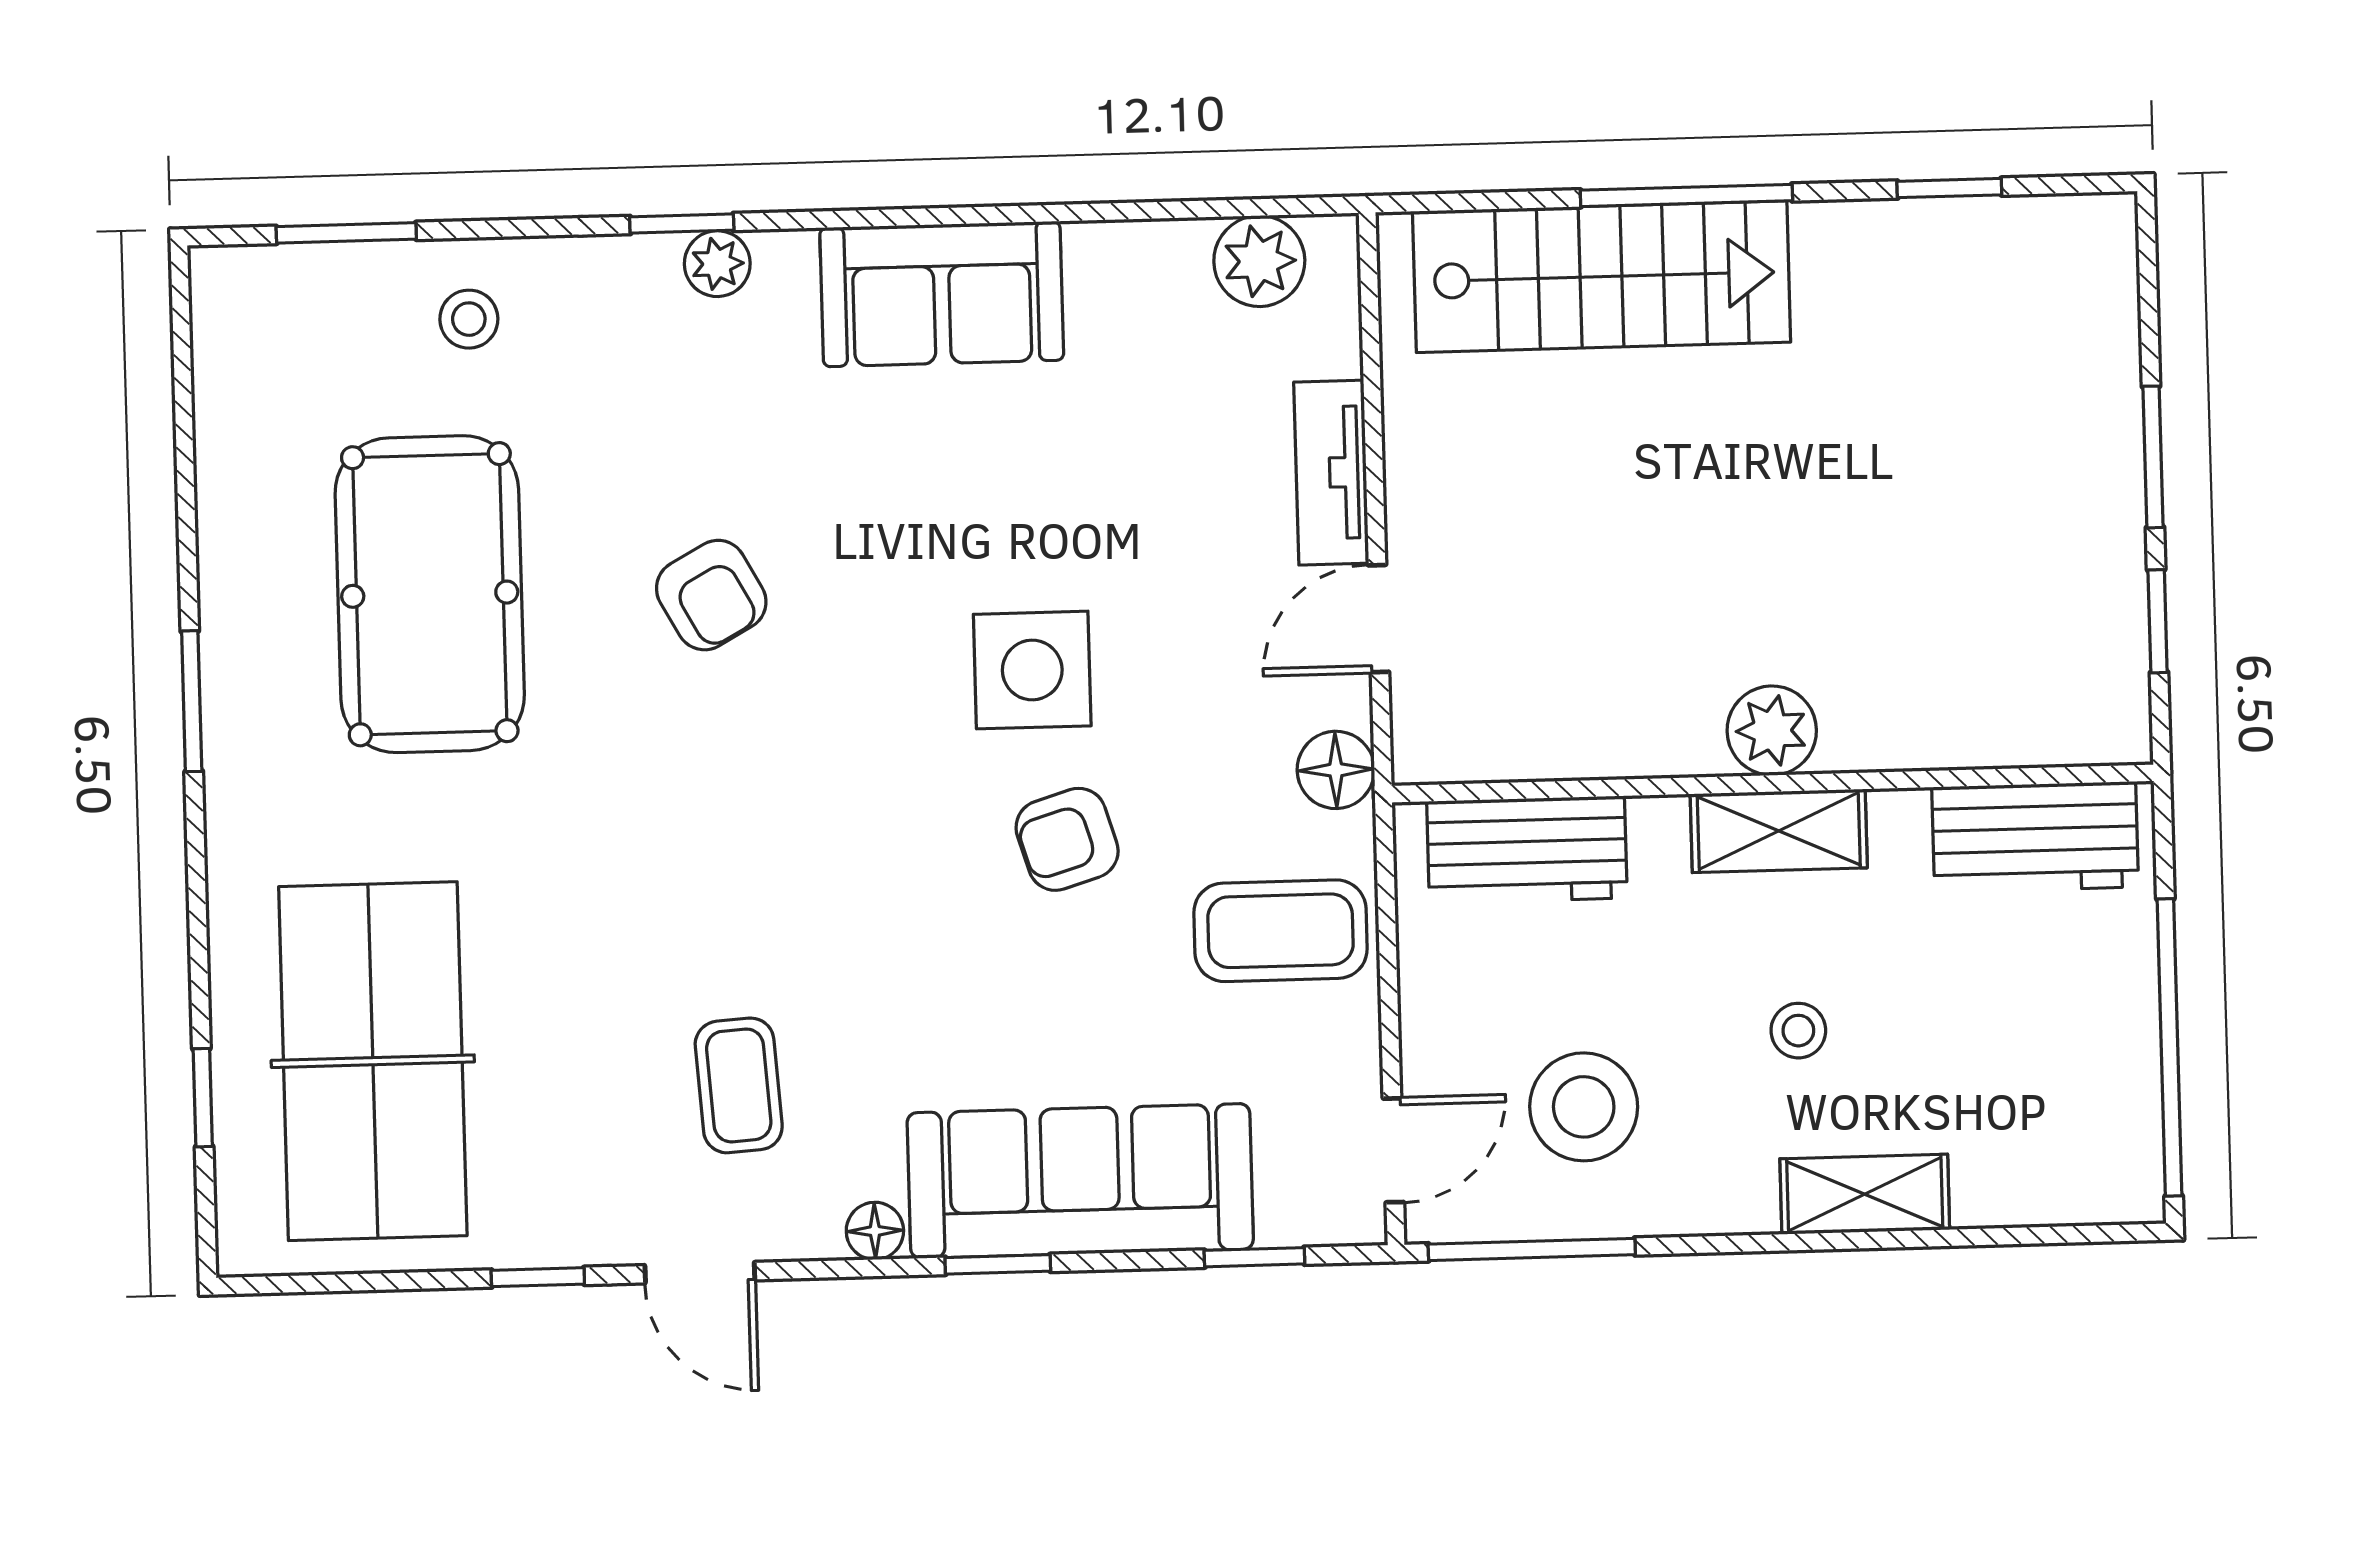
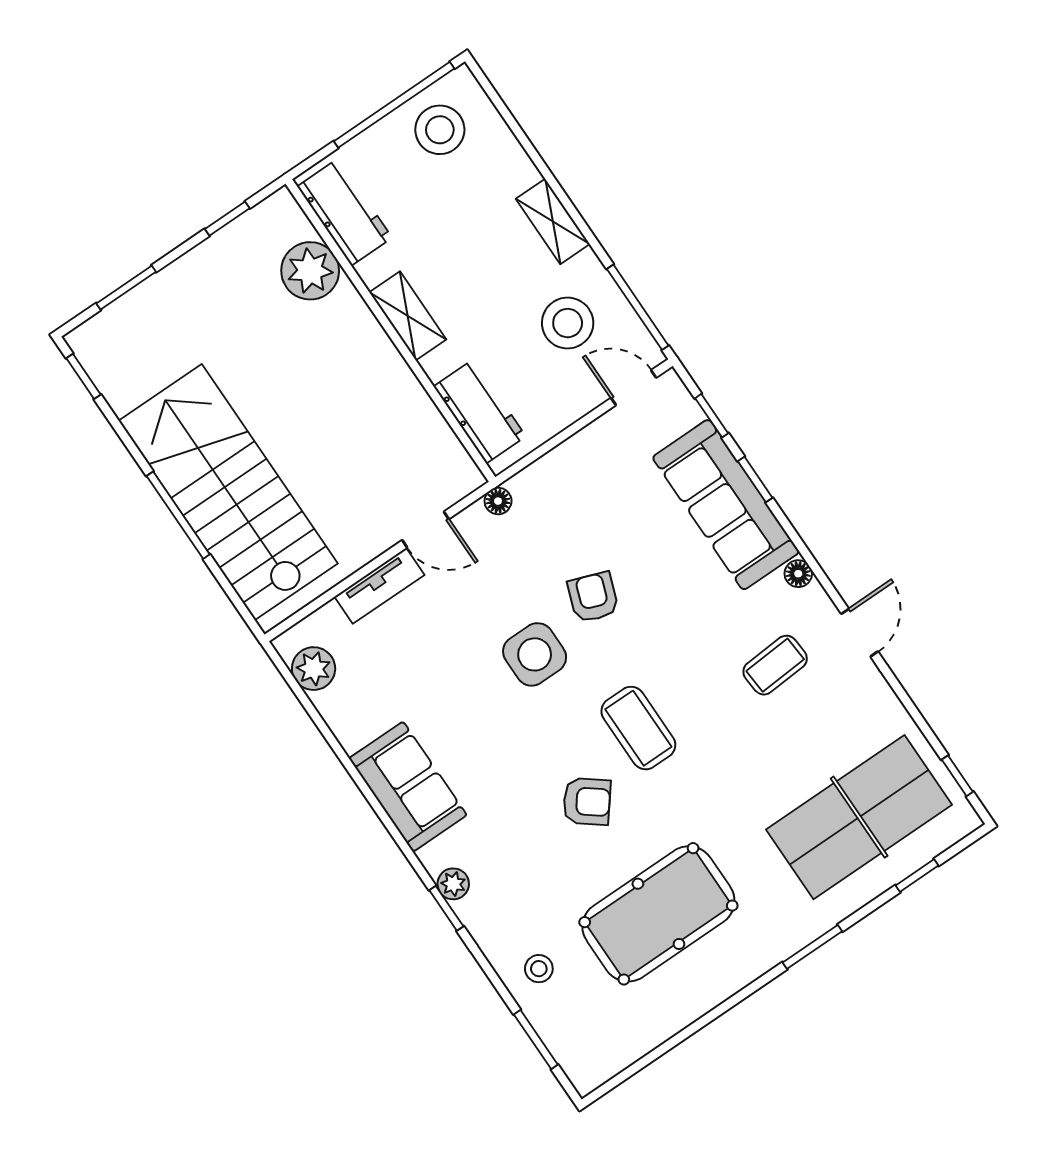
window: (1949, 188) -> (84, 376), moved
stairs: (1602, 277) -> (228, 492), width x1.36, depth x1.51
window: (2153, 457) -> (126, 288), moved
armchair: (711, 595) -> (587, 801), turned 67
window: (192, 701) -> (812, 947), moved
plant: (1772, 731) -> (310, 271), moved, width x1.36, depth x1.36
floor lamp: (1336, 770) -> (498, 501), width x0.73, depth x0.73
armchair: (1067, 839) -> (593, 597), turned -143
coffee table: (1280, 931) -> (638, 728), moved
stool: (1798, 1031) -> (440, 130), moved, width x1.89, depth x1.89
shelving: (1865, 1194) -> (553, 221), moved
window: (998, 1264) -> (755, 479), moved
window: (538, 1277) -> (957, 776), moved

